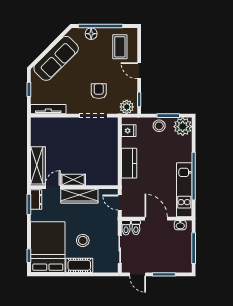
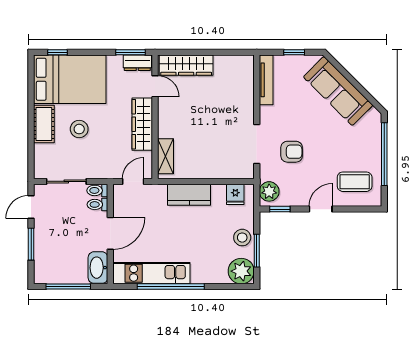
floor lamp: (91, 34) -> (373, 141), removed
shelving: (73, 180) -> (166, 156), moved
washbasin: (180, 225) -> (98, 268), width x1.91, depth x1.45

